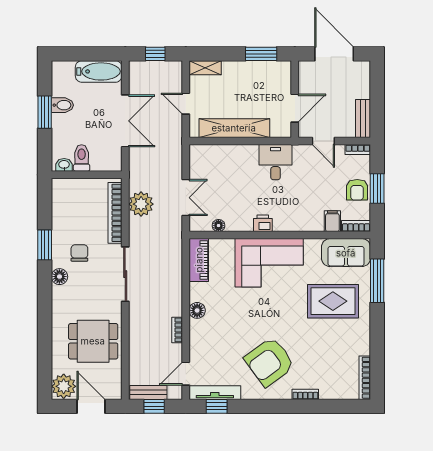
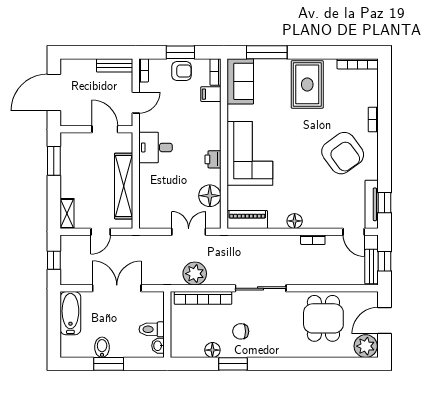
floor lamp: (218, 226) -> (210, 196), width x1.89, depth x1.89
floor lamp: (59, 277) -> (212, 350), moved
rug: (333, 301) -> (307, 84), moved

